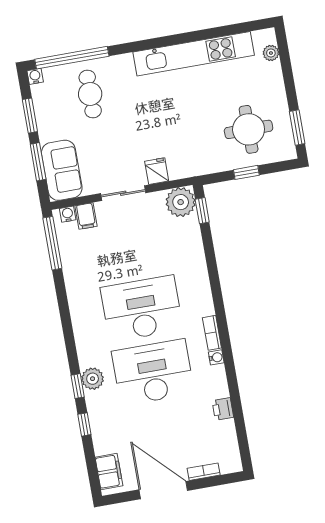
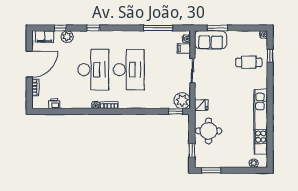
window: (72, 58) -> (270, 56), width x0.32
window: (30, 116) -> (243, 28), removed
round table: (249, 129) -> (209, 131), moved
fridge: (157, 171) -> (201, 105), moved
window: (246, 172) -> (192, 150), moved
window: (52, 243) -> (158, 28), moved
plant: (93, 379) -> (67, 37), moved
printer: (223, 409) -> (54, 104), moved
window: (84, 424) -> (60, 28), moved

